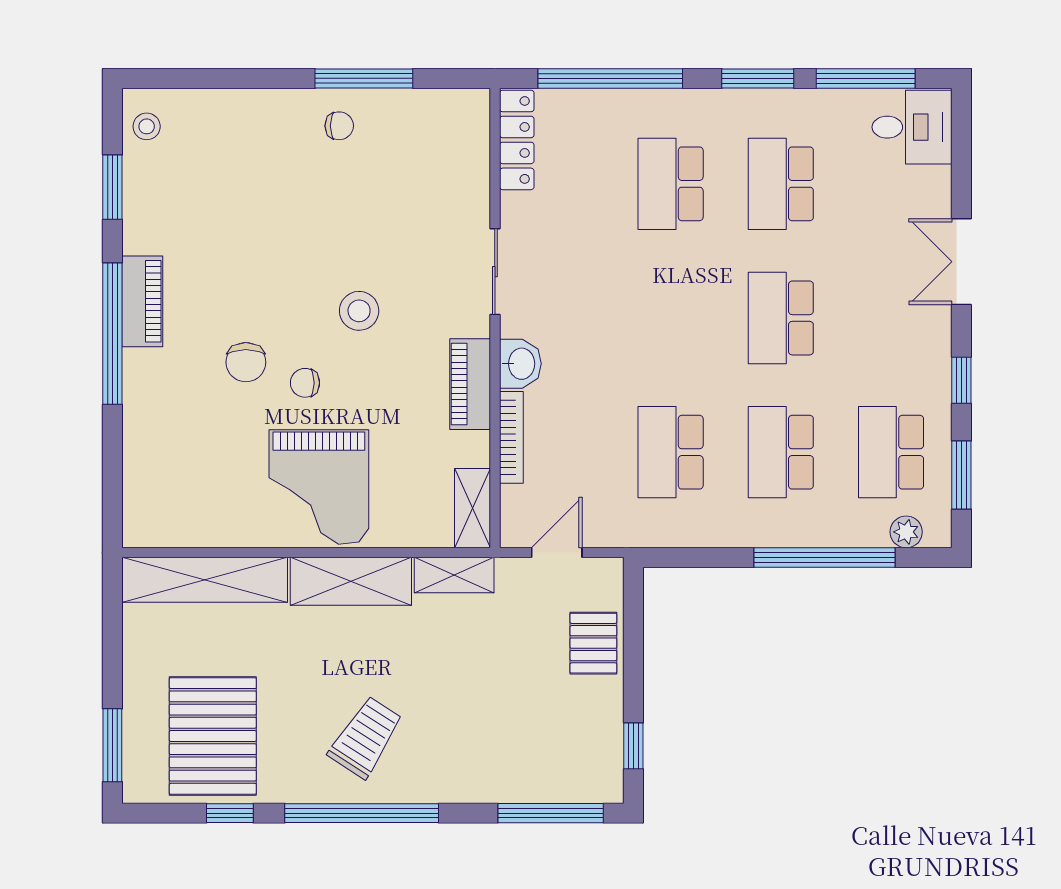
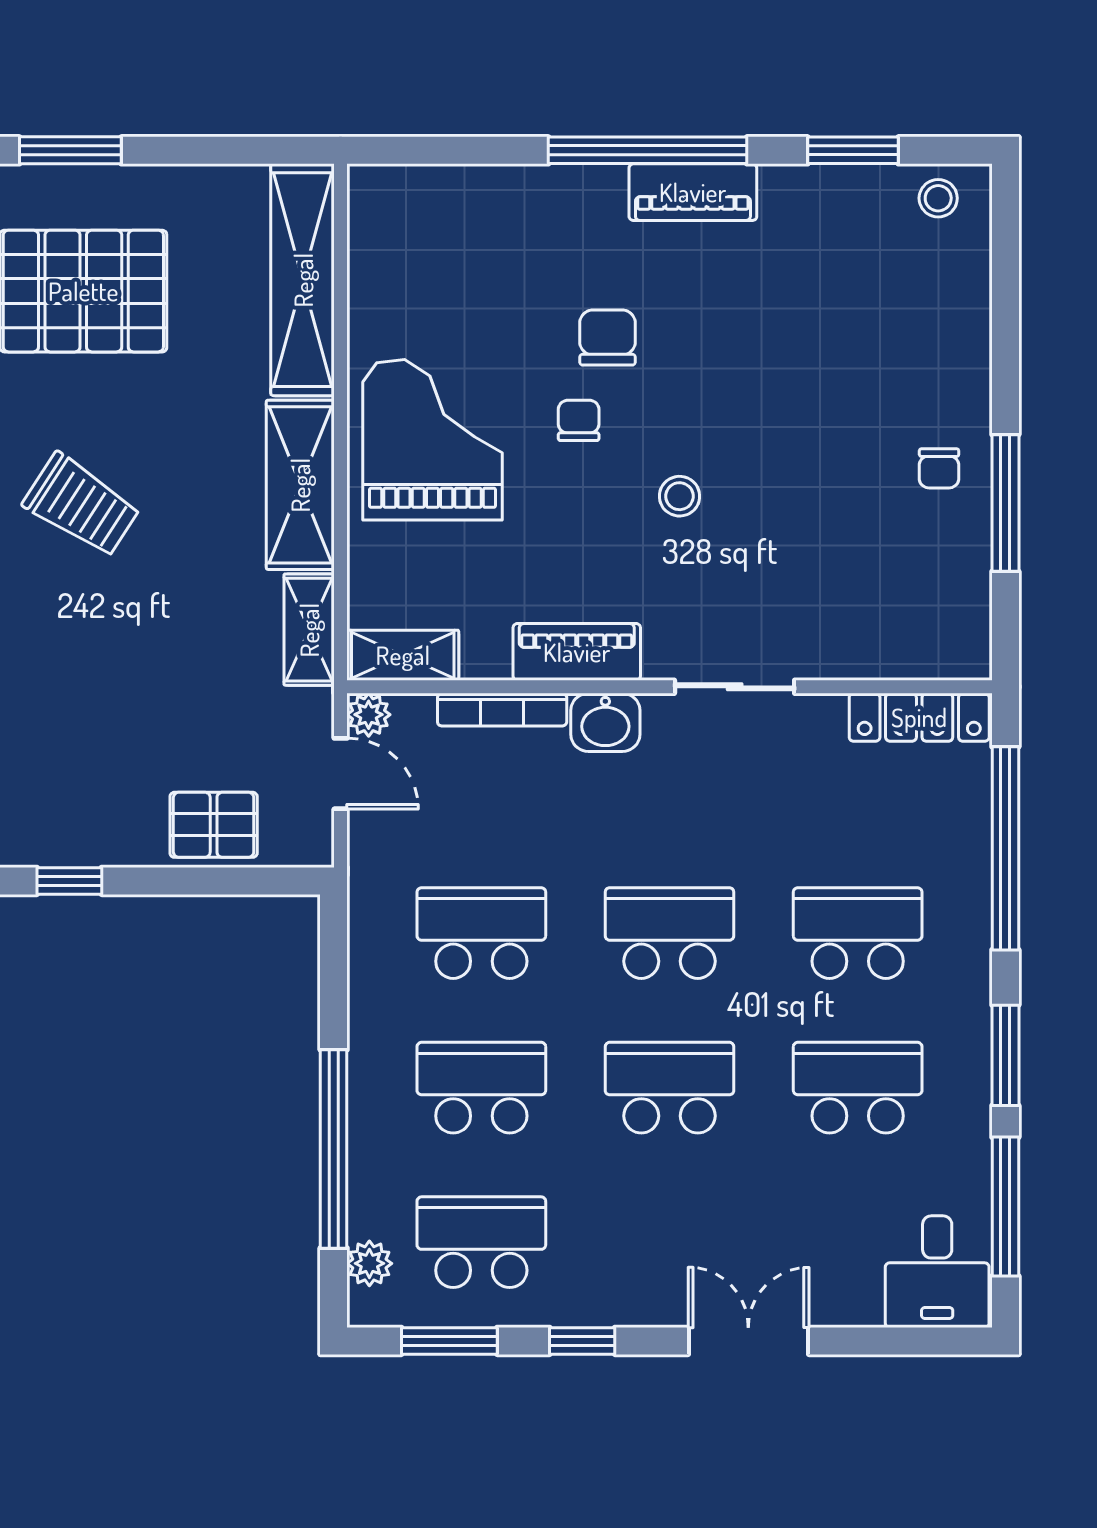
stool: (359, 311) -> (679, 496), width x0.73, depth x0.73
school desk: (671, 318) -> (670, 933), added
chair: (246, 362) -> (608, 337), turned 90
grand piano: (319, 487) -> (432, 440), turned 90
plant: (515, 533) -> (369, 715), added

